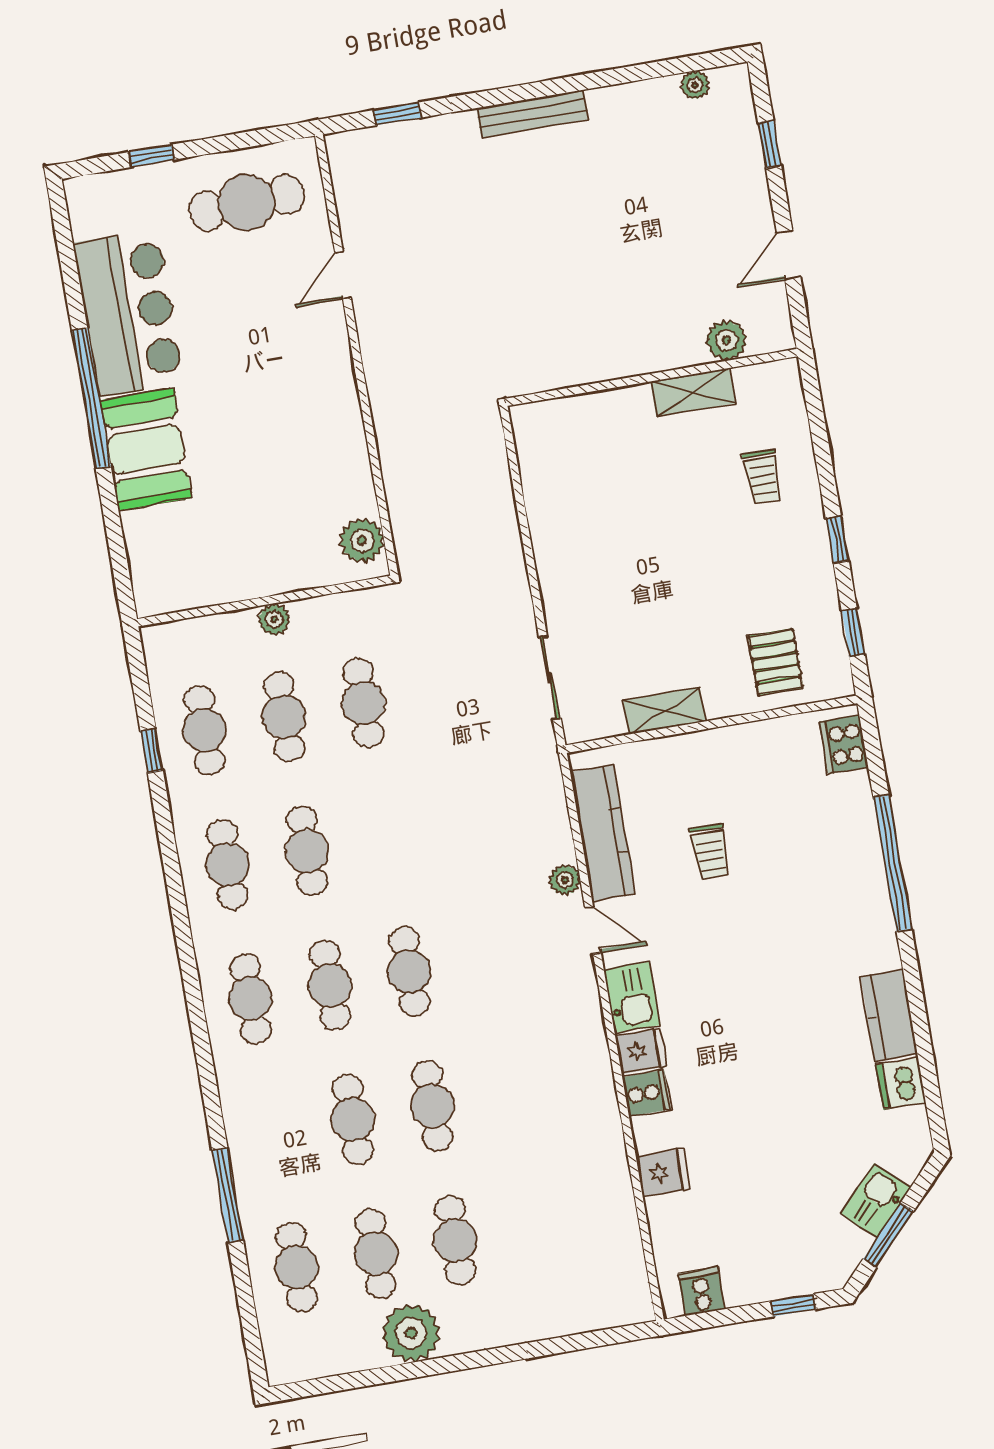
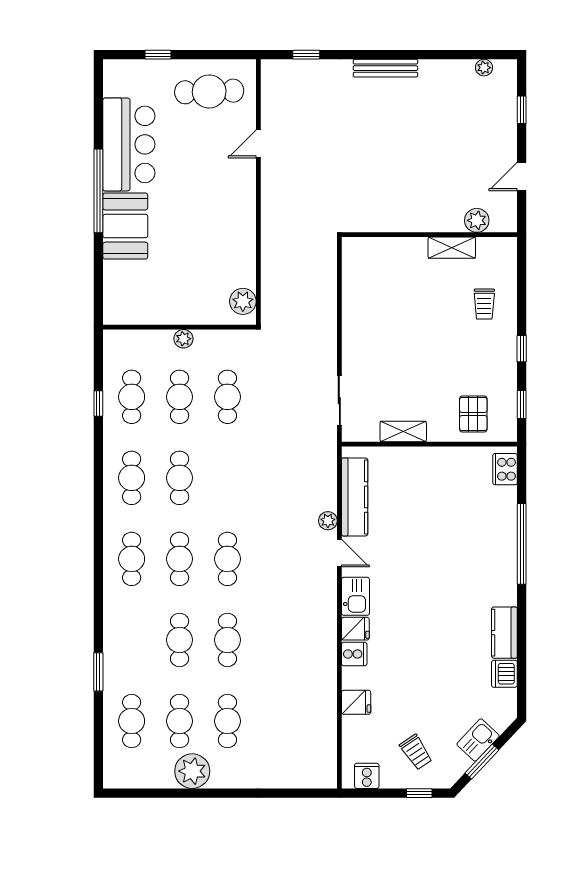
trolley: (710, 852) -> (416, 752), moved, turned -34
window: (228, 1195) -> (98, 672), width x0.69

